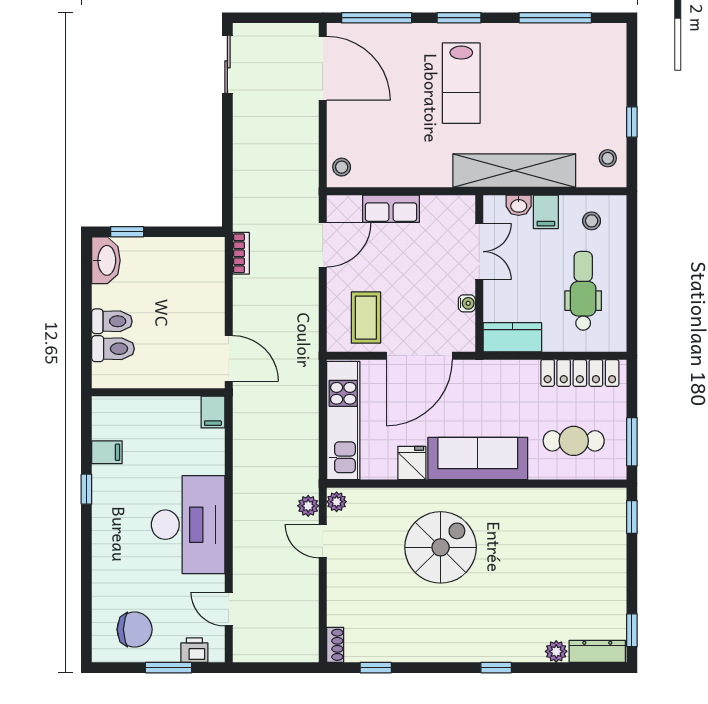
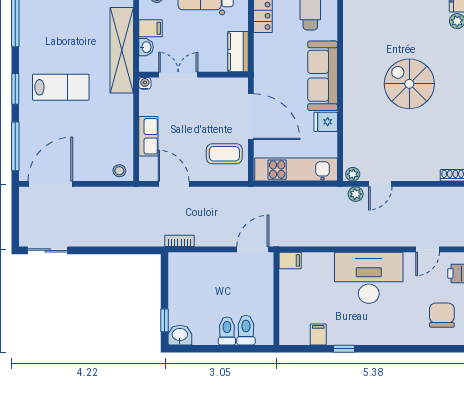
washbasin: (106, 260) -> (180, 335), width x0.72
water cooler: (467, 303) -> (145, 83), moved
spiral stairs: (441, 547) -> (409, 84), moved

